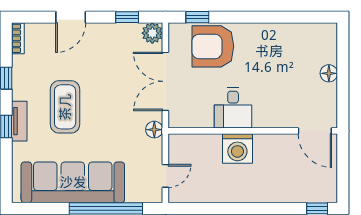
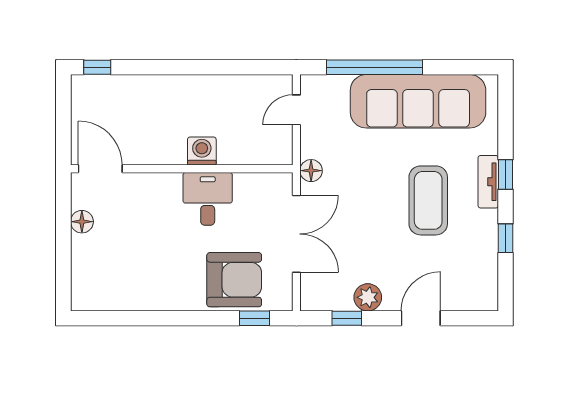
plant: (152, 33) -> (368, 297), moved
bookcase: (18, 38) -> (490, 290), removed
floor lamp: (329, 73) -> (82, 222), moved
washing machine: (237, 148) -> (202, 151), width x0.73, depth x0.73

